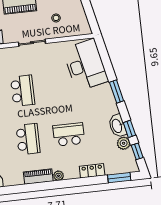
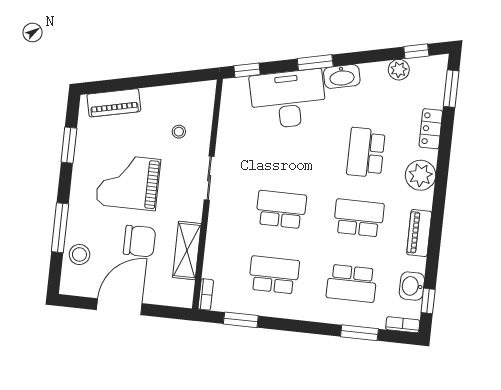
desk: (85, 65) -> (288, 99), moved
washbasin: (117, 126) -> (342, 76), moved
window: (129, 129) -> (247, 70), moved
plant: (59, 176) -> (421, 175), width x1.88, depth x1.88
piano: (38, 177) -> (419, 233), moved

